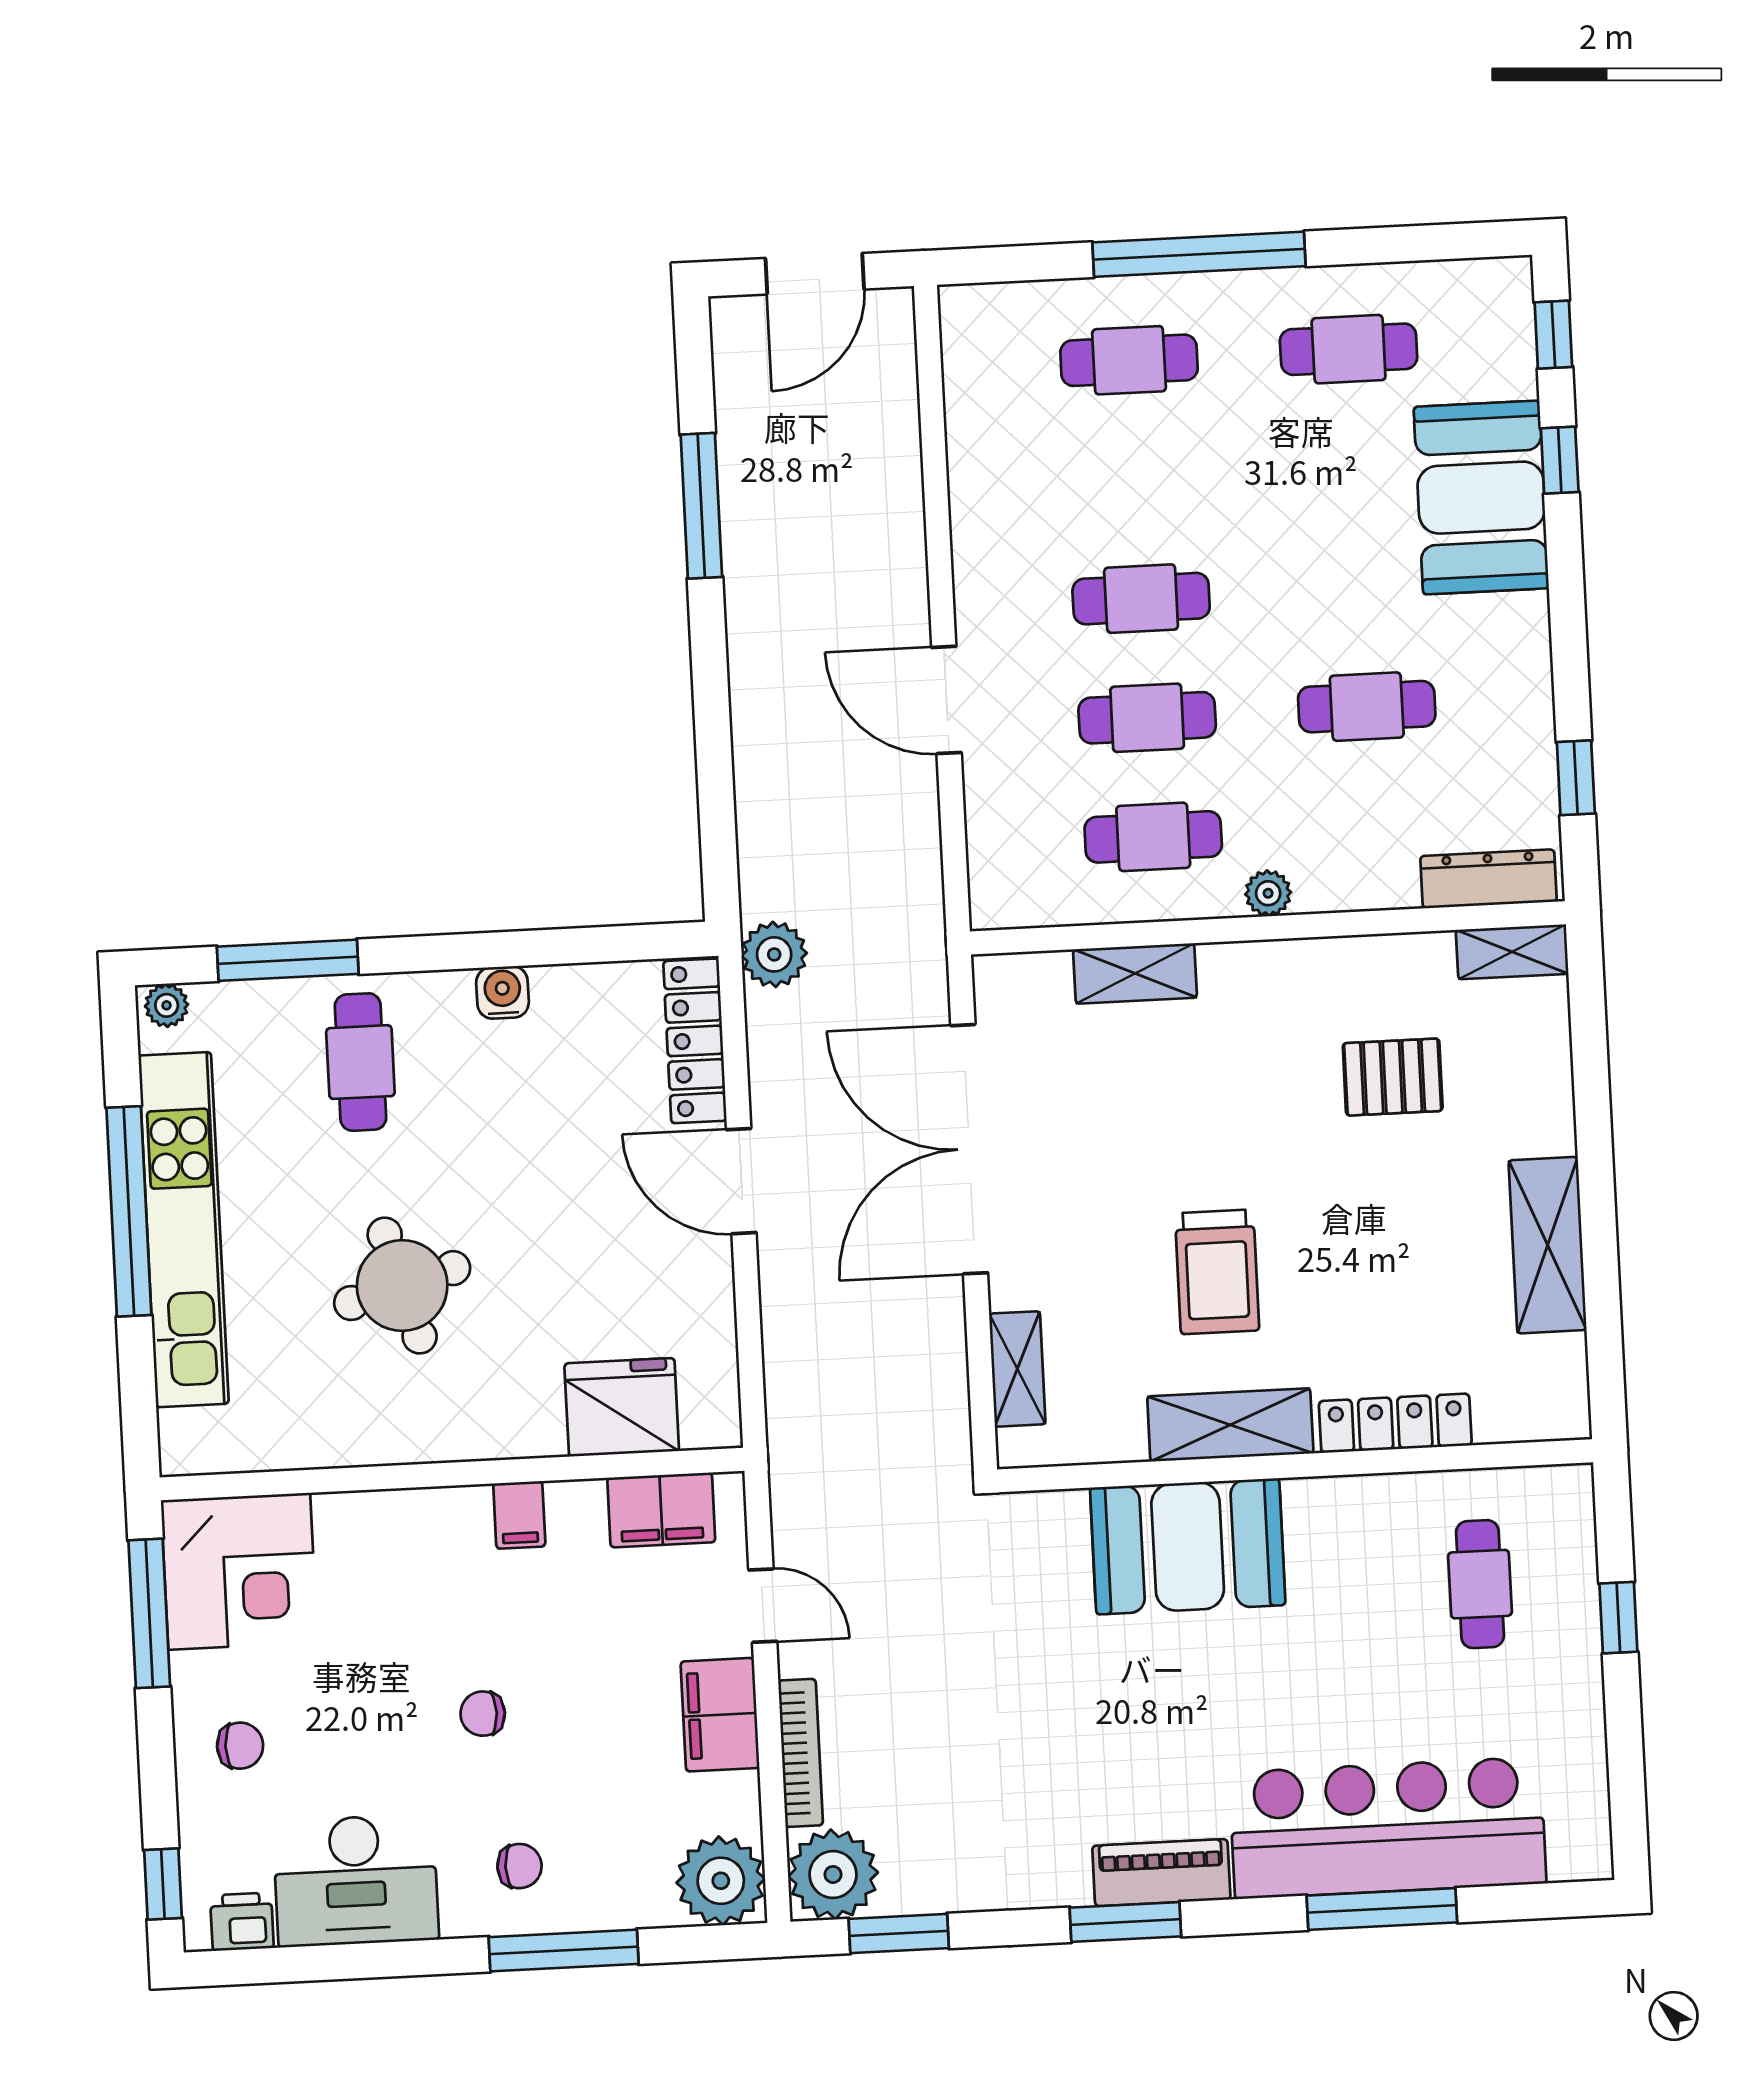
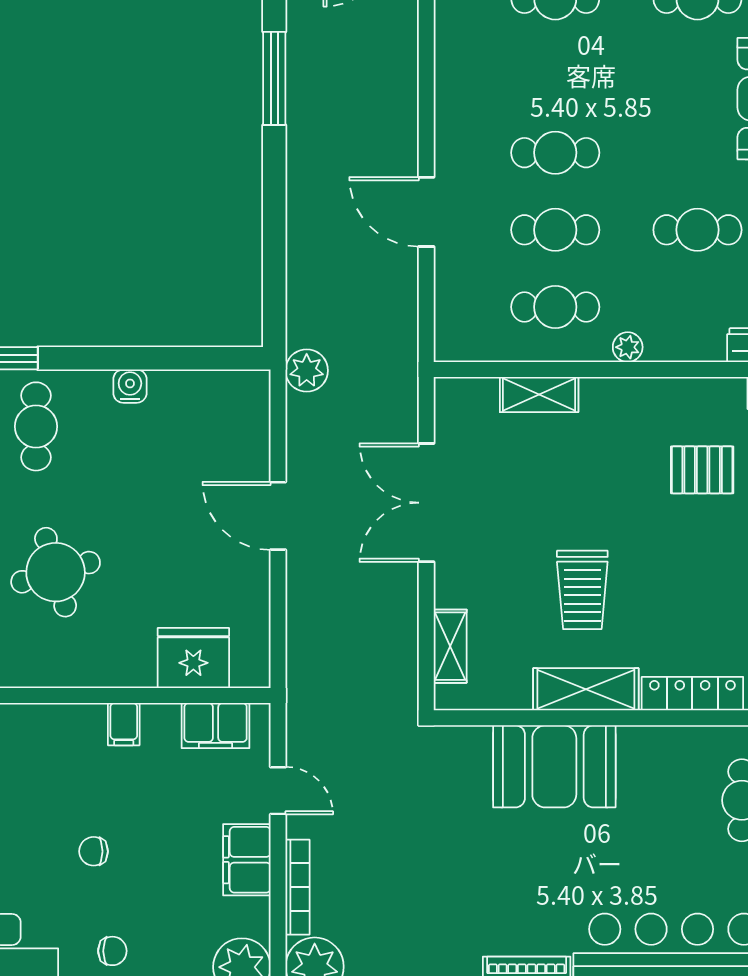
locker: (695, 1041) -> (253, 424), removed
double door: (969, 1149) -> (426, 503), width x0.73

